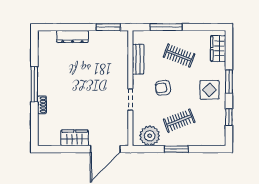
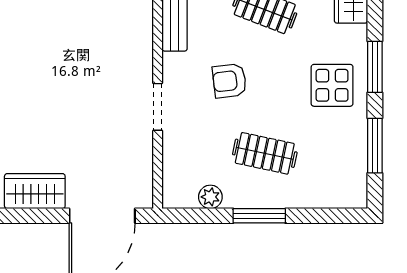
window: (229, 117) -> (375, 146), width x1.50
clothes rail: (179, 121) -> (265, 153), turned 33
plant: (150, 136) -> (210, 197), width x0.53, depth x0.53

